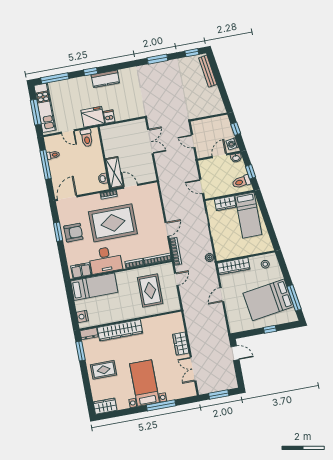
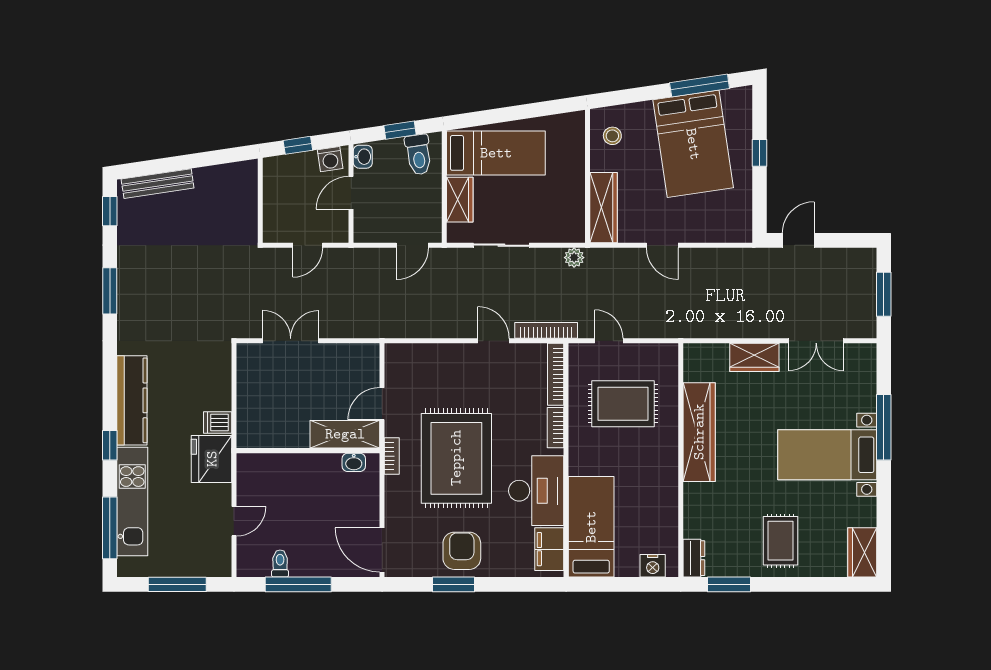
kitchen counter: (105, 79) -> (132, 400), width x1.50
kitchen unit: (45, 108) -> (132, 502), moved, turned 90
toilet: (87, 138) -> (256, 482), removed
door: (219, 156) -> (351, 193), hinge flipped
wardrobe: (120, 330) -> (699, 432), moved

